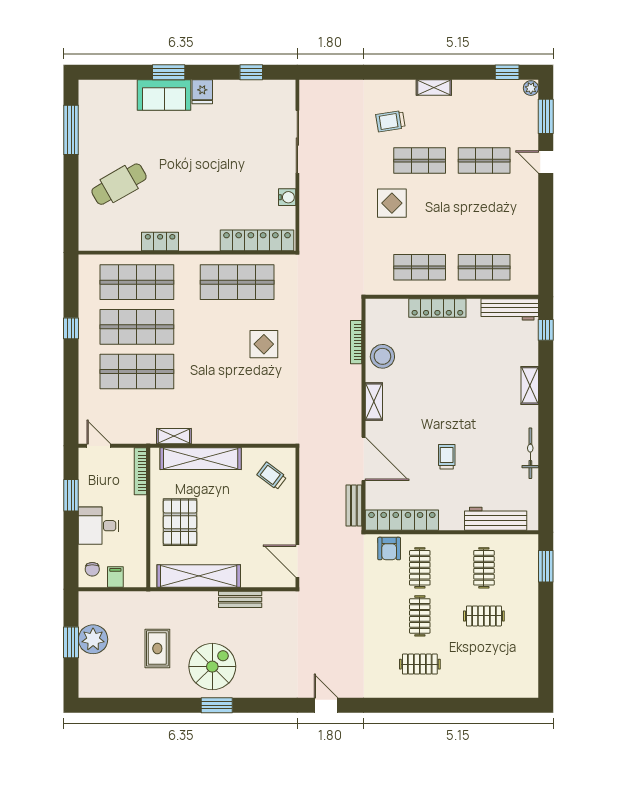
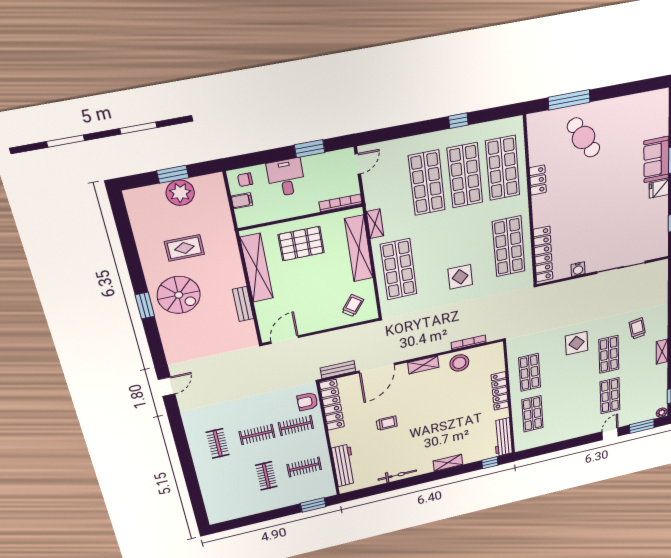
window: (71, 130) -> (569, 100), moved
shop shelf: (237, 416) -> (399, 269), added

